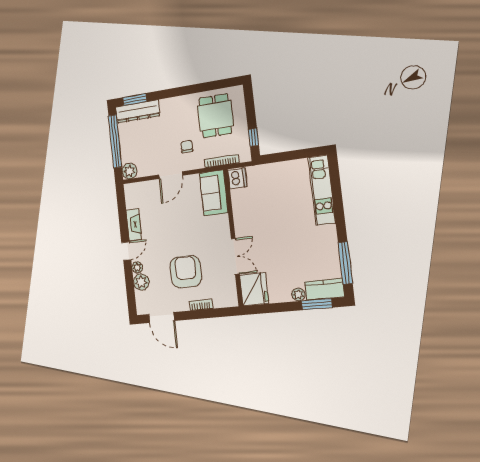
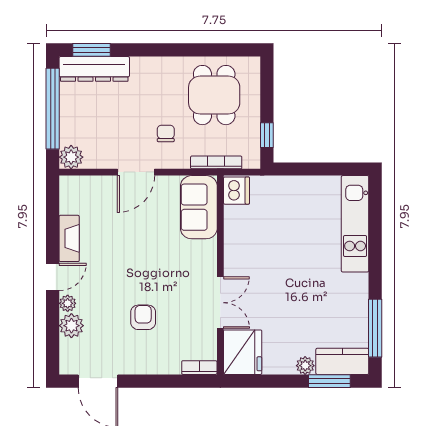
armchair: (186, 272) -> (143, 317), width x0.53, depth x0.53
bookcase: (201, 305) -> (199, 368), moved

